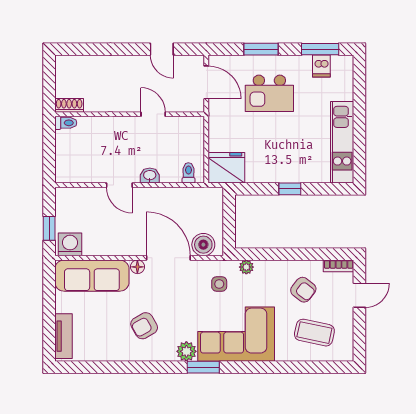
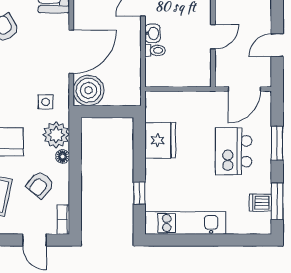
fridge: (226, 168) -> (160, 140), moved
toilet: (188, 173) -> (155, 50), moved
window: (290, 189) -> (139, 193), moved
boiler: (203, 245) -> (89, 90), width x1.37, depth x1.37
floor lamp: (137, 267) -> (63, 157), moved
plant: (246, 267) -> (56, 135), width x1.87, depth x1.87

